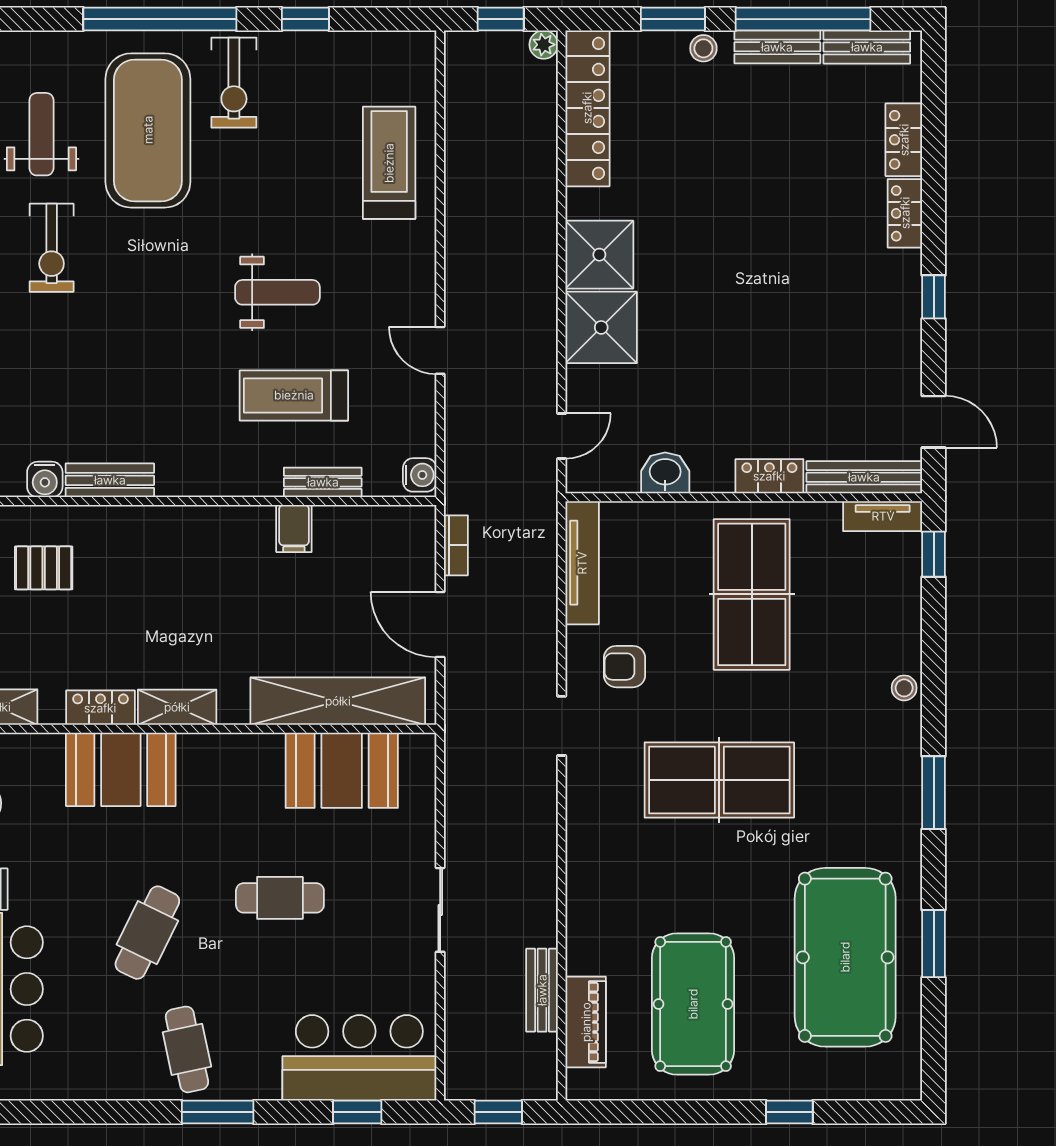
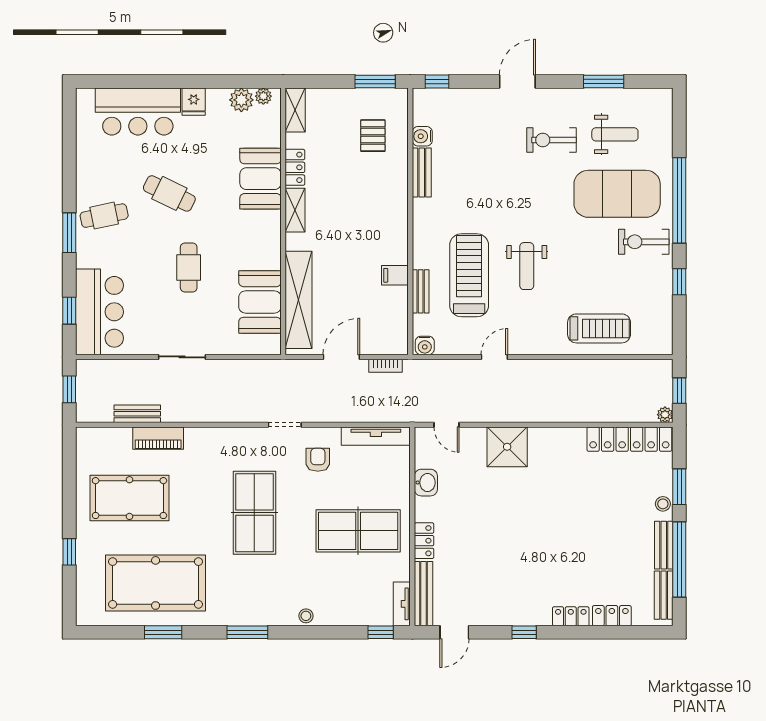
shower: (599, 255) -> (548, 446), removed
treadmill: (294, 395) -> (469, 275), width x1.37, depth x1.38
piano: (586, 1022) -> (158, 438), moved

